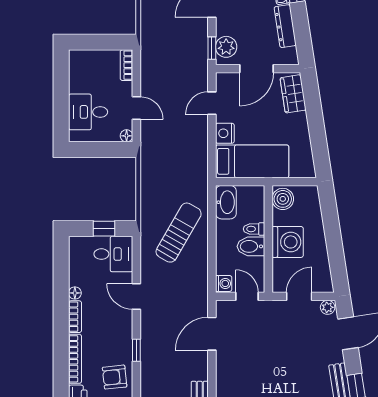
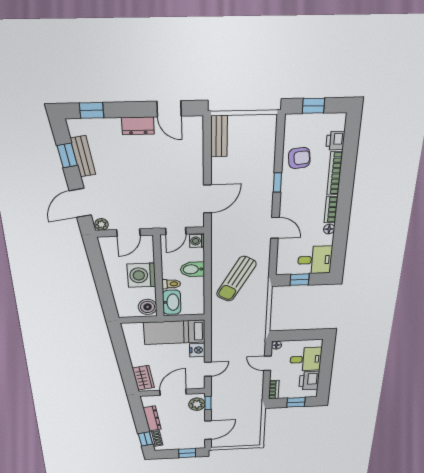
window: (96, 42) -> (296, 402), added
printer: (81, 77) -> (309, 381), added
washbasin: (226, 202) -> (172, 302), moved, turned 180
bidet: (251, 246) -> (192, 269), moved, turned 180
desk: (113, 254) -> (315, 260), moved, turned 180
door: (247, 296) -> (176, 231), hinge flipped

